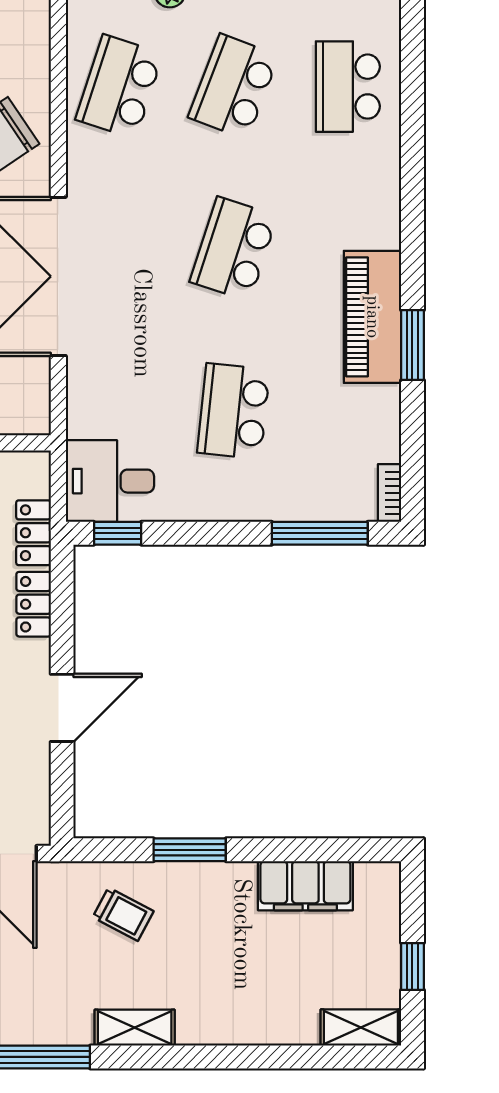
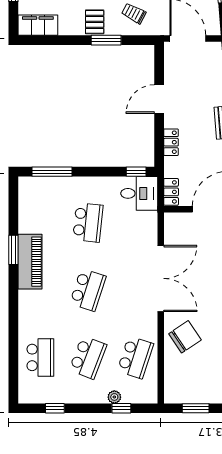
bookcase: (390, 493) -> (23, 188), removed
locker: (33, 533) -> (171, 192), moved
filing cabinet: (305, 886) -> (38, 25), moved
pallet: (217, 894) -> (95, 22), added

